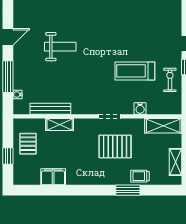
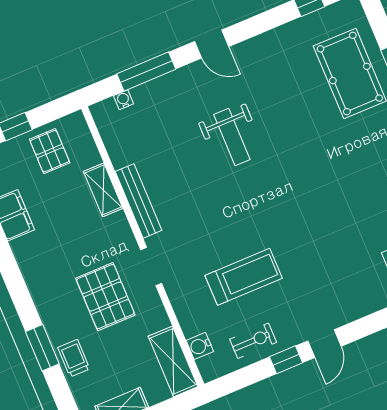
treadmill: (135, 71) -> (244, 277), turned 90
water cooler: (140, 108) -> (200, 346), moved
bench: (50, 109) -> (139, 201), moved
pallet: (28, 144) -> (50, 151), turned 90

